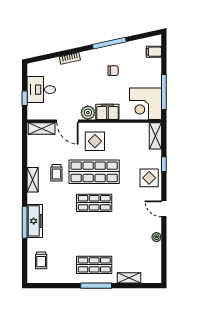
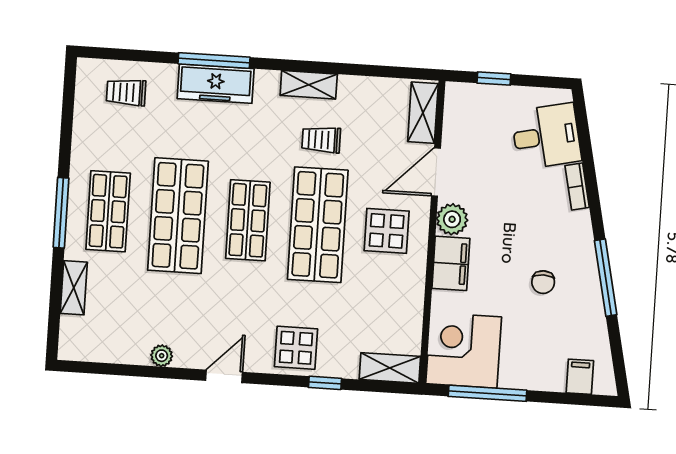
desk: (41, 90) -> (546, 136), moved, turned 78
shop shelf: (94, 234) -> (178, 216), added

